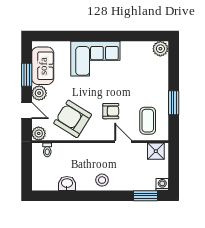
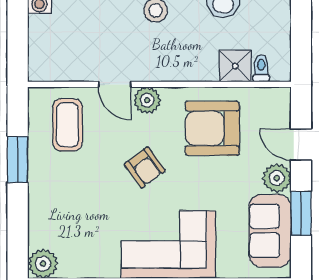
armchair: (111, 111) -> (145, 167), moved, turned -126
armchair: (73, 119) -> (212, 128), turned 148
plant: (39, 133) -> (147, 100), moved
shower: (156, 151) -> (235, 66), moved

